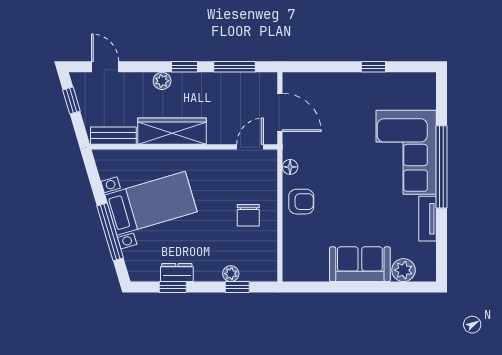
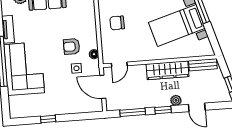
door: (105, 67) -> (197, 107), moved
side table: (321, 146) -> (76, 68), added
armchair: (301, 202) -> (72, 47), moved
chair: (248, 215) -> (117, 23), turned -91

